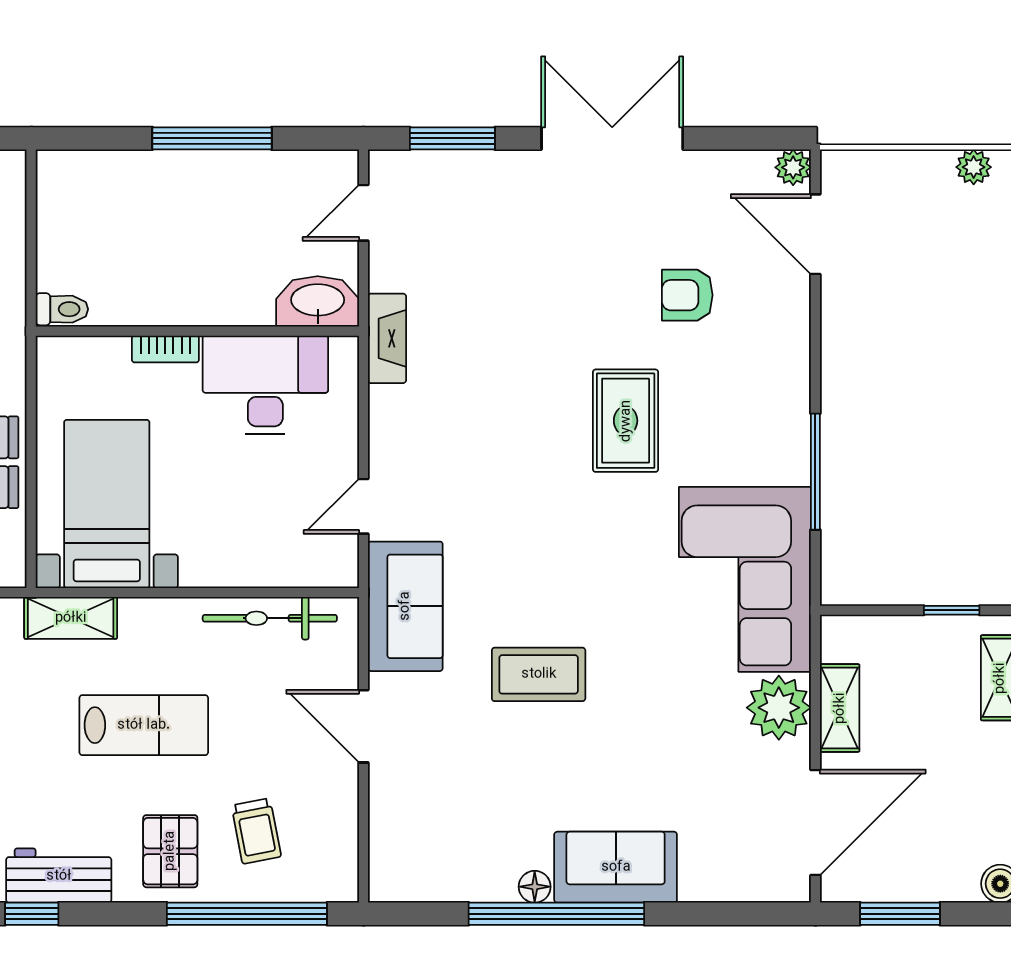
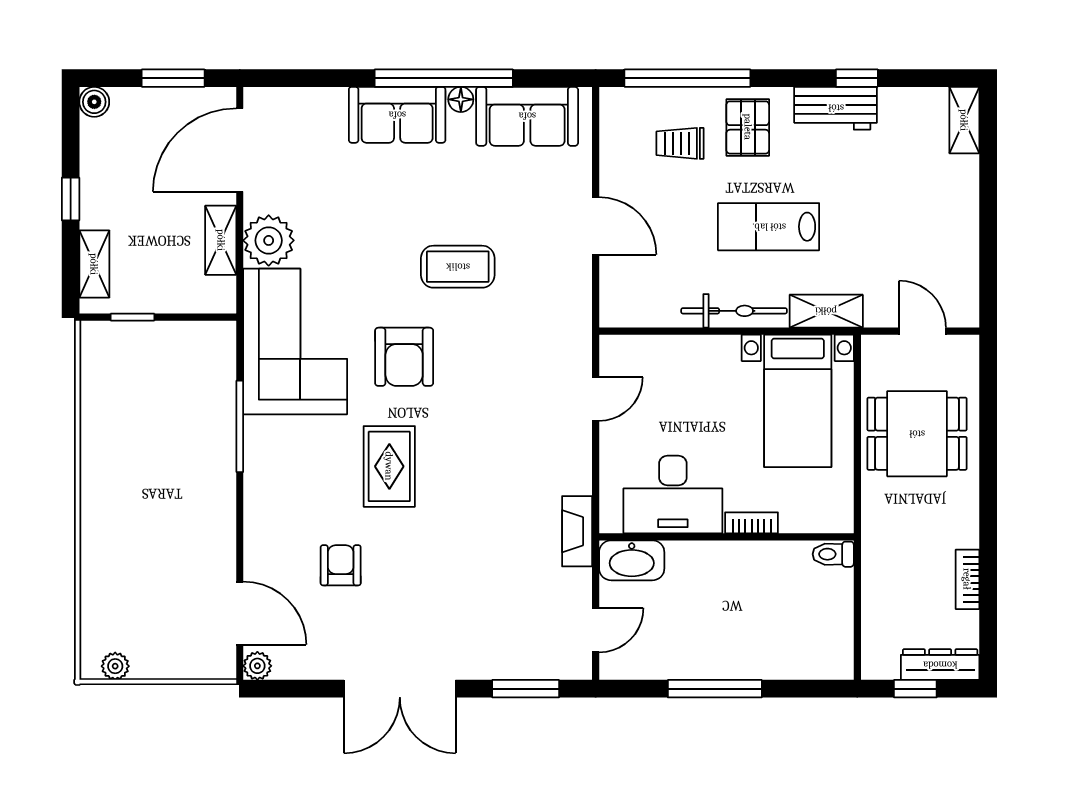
armchair: (687, 295) -> (341, 565), turned -90
armchair: (607, 560) -> (404, 357), added
sofa: (405, 606) -> (527, 116), moved, turned -90
bicycle: (270, 618) -> (734, 311), moved
trolley: (256, 831) -> (680, 143), turned -79

